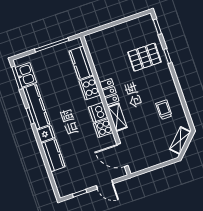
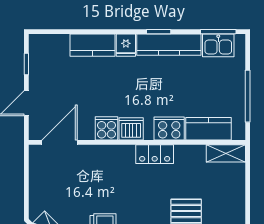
shelving: (117, 117) -> (226, 153), moved

